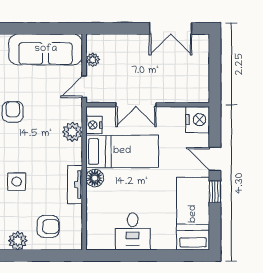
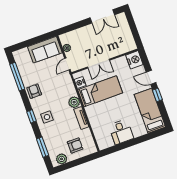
sofa: (46, 49) -> (45, 50), width x0.73
plant: (72, 132) -> (74, 102), moved
floor lamp: (95, 178) -> (91, 111), removed
side table: (17, 182) -> (47, 117), moved

